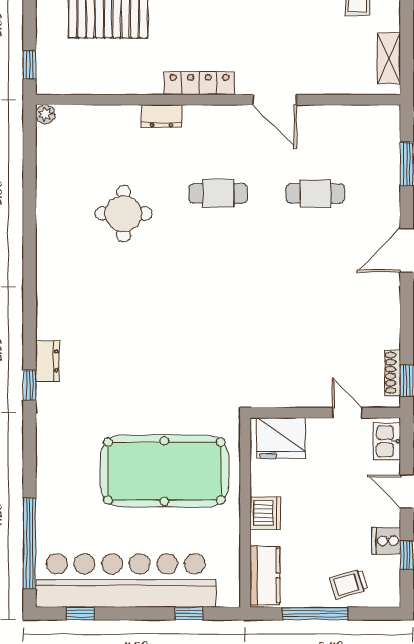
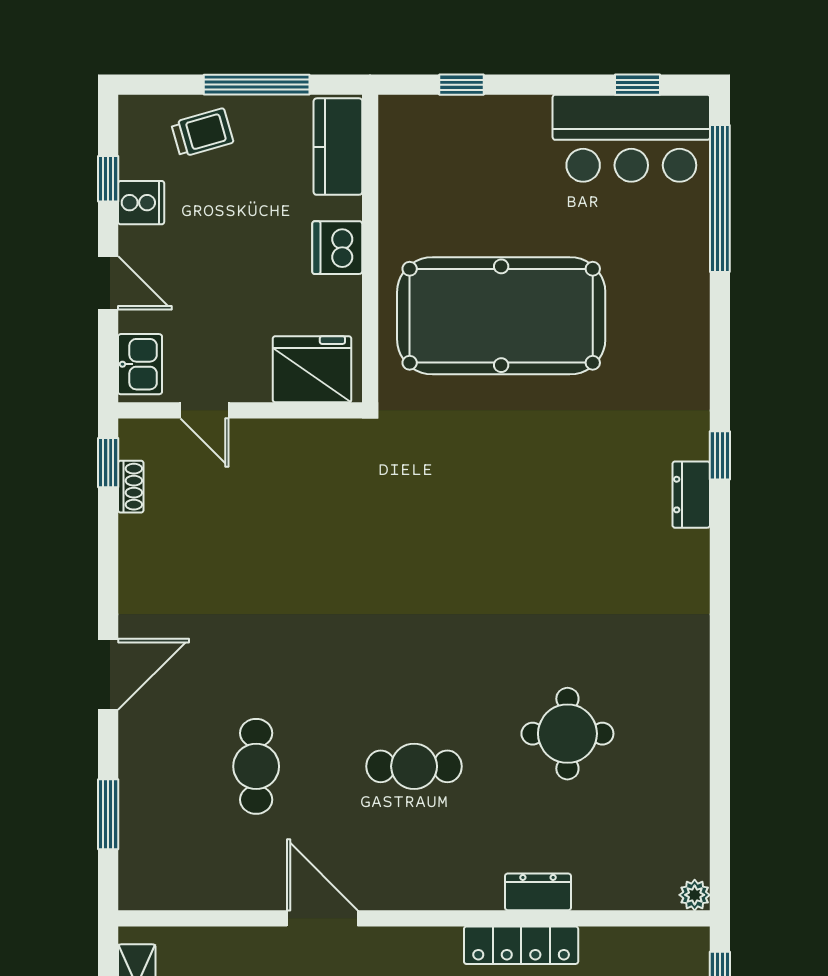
locker: (199, 83) -> (521, 945), moved
dresser: (162, 116) -> (538, 892), moved
cafe table: (315, 193) -> (256, 766), turned 90
shoe rack: (393, 373) -> (131, 487), width x0.70
bar counter: (126, 580) -> (631, 138), width x0.54

